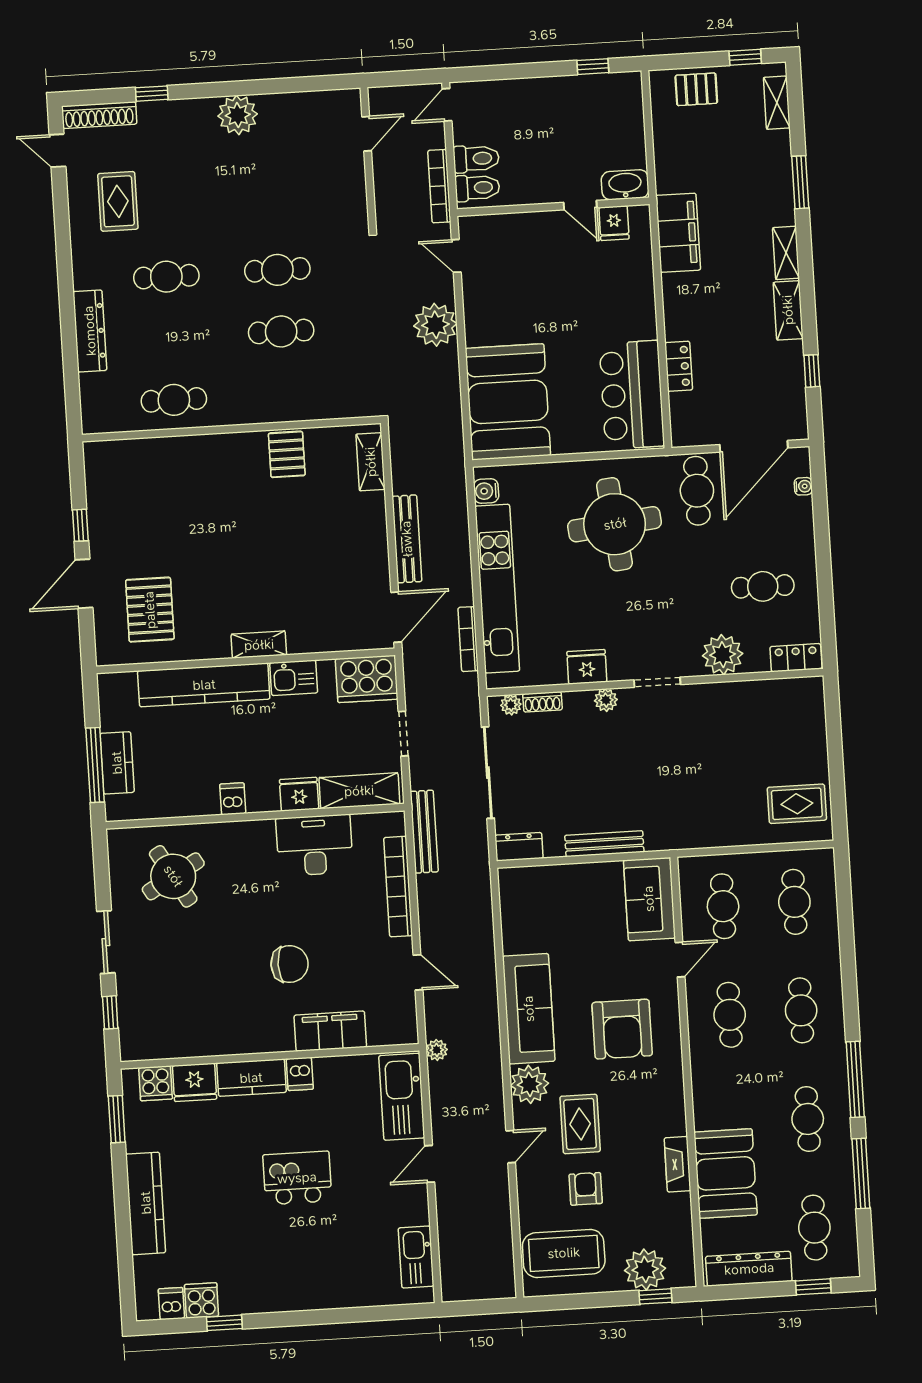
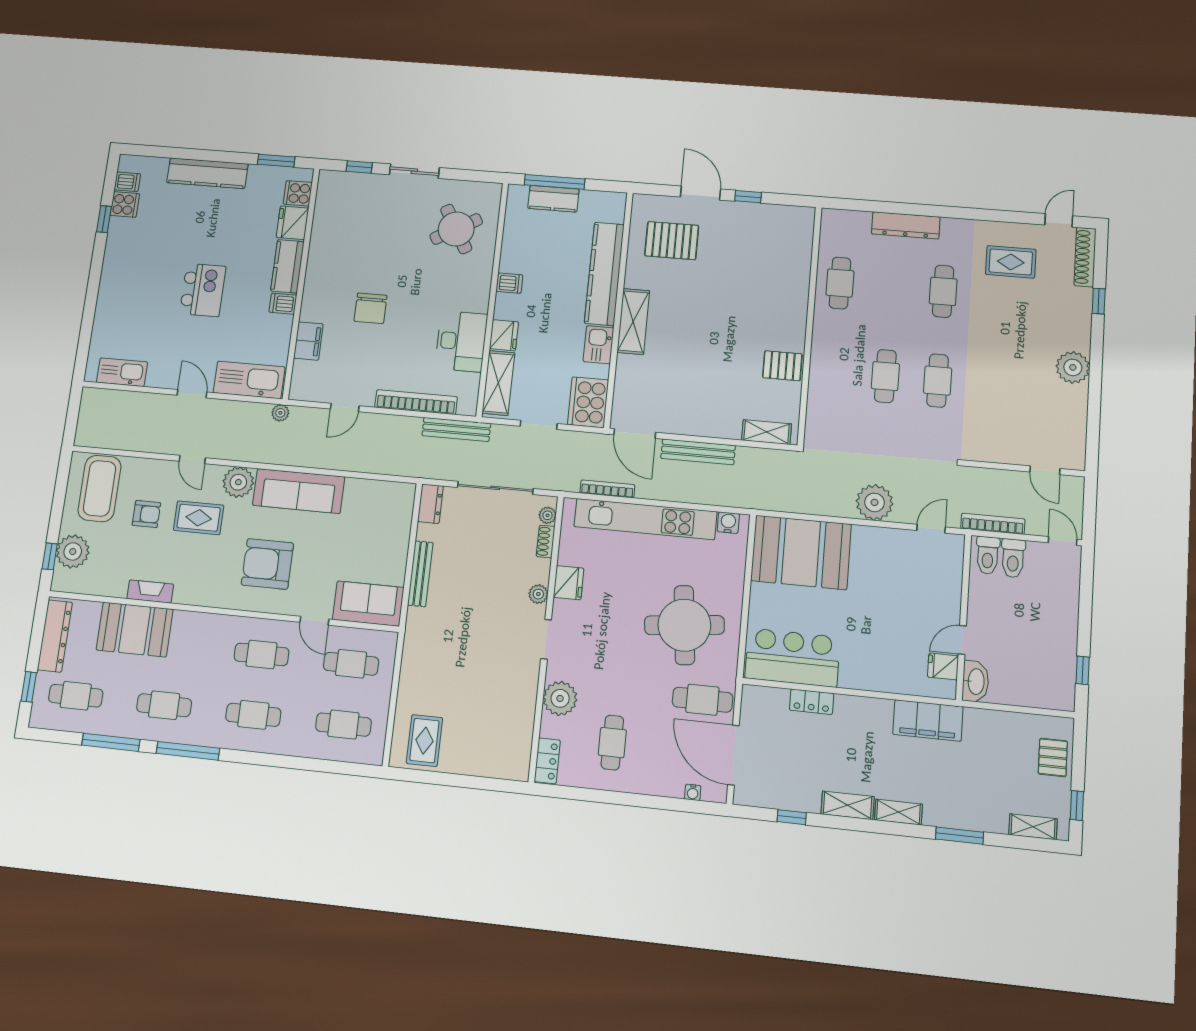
shelving: (259, 645) -> (633, 321), width x1.50, depth x1.33
filing cabinet: (330, 1031) -> (308, 341), width x0.67, depth x0.86

